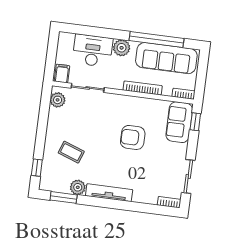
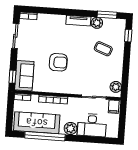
tv unit: (109, 193) -> (78, 21), width x0.71

